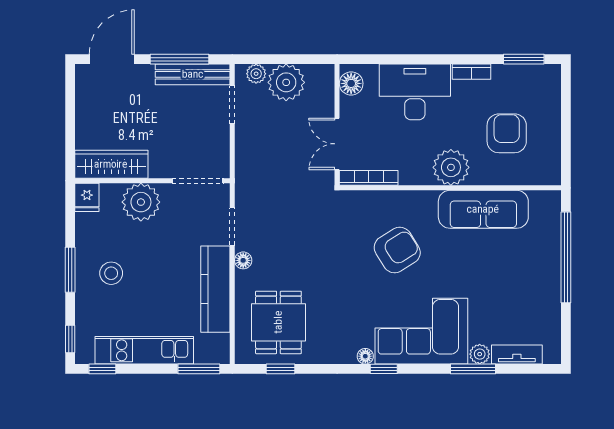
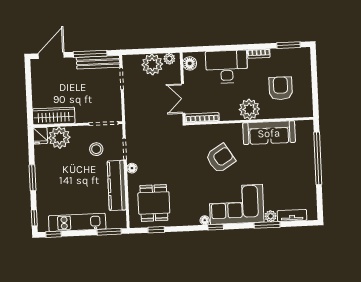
plant: (256, 74) -> (169, 59), moved
plant: (141, 202) -> (59, 138), moved
stool: (111, 273) -> (96, 149), moved

